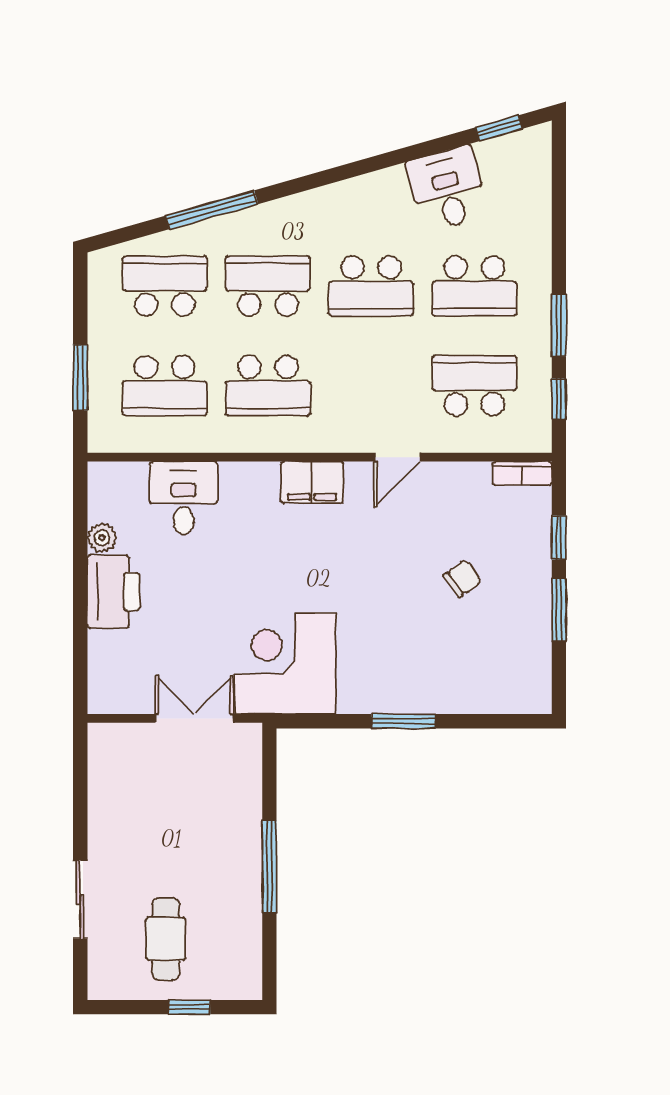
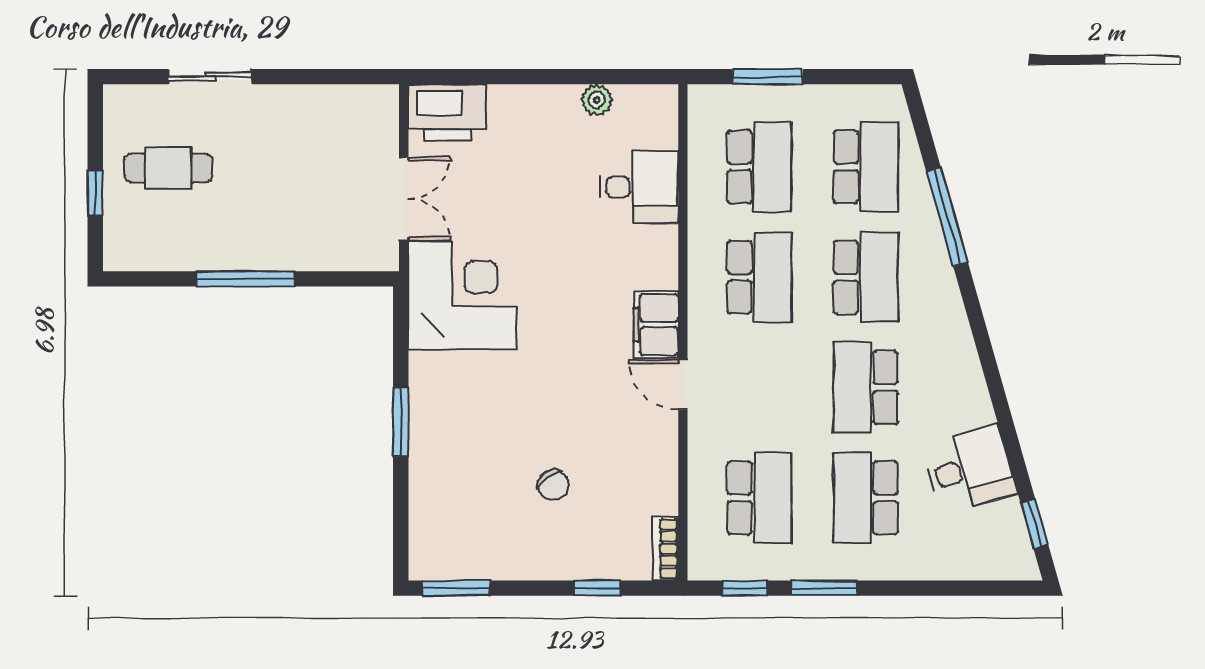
school desk: (165, 386) -> (759, 167), turned 180
school desk: (268, 386) -> (759, 277), turned 180
door: (397, 457) -> (683, 385), moved
printer: (113, 592) -> (447, 112), moved
window: (559, 610) -> (456, 588), moved

